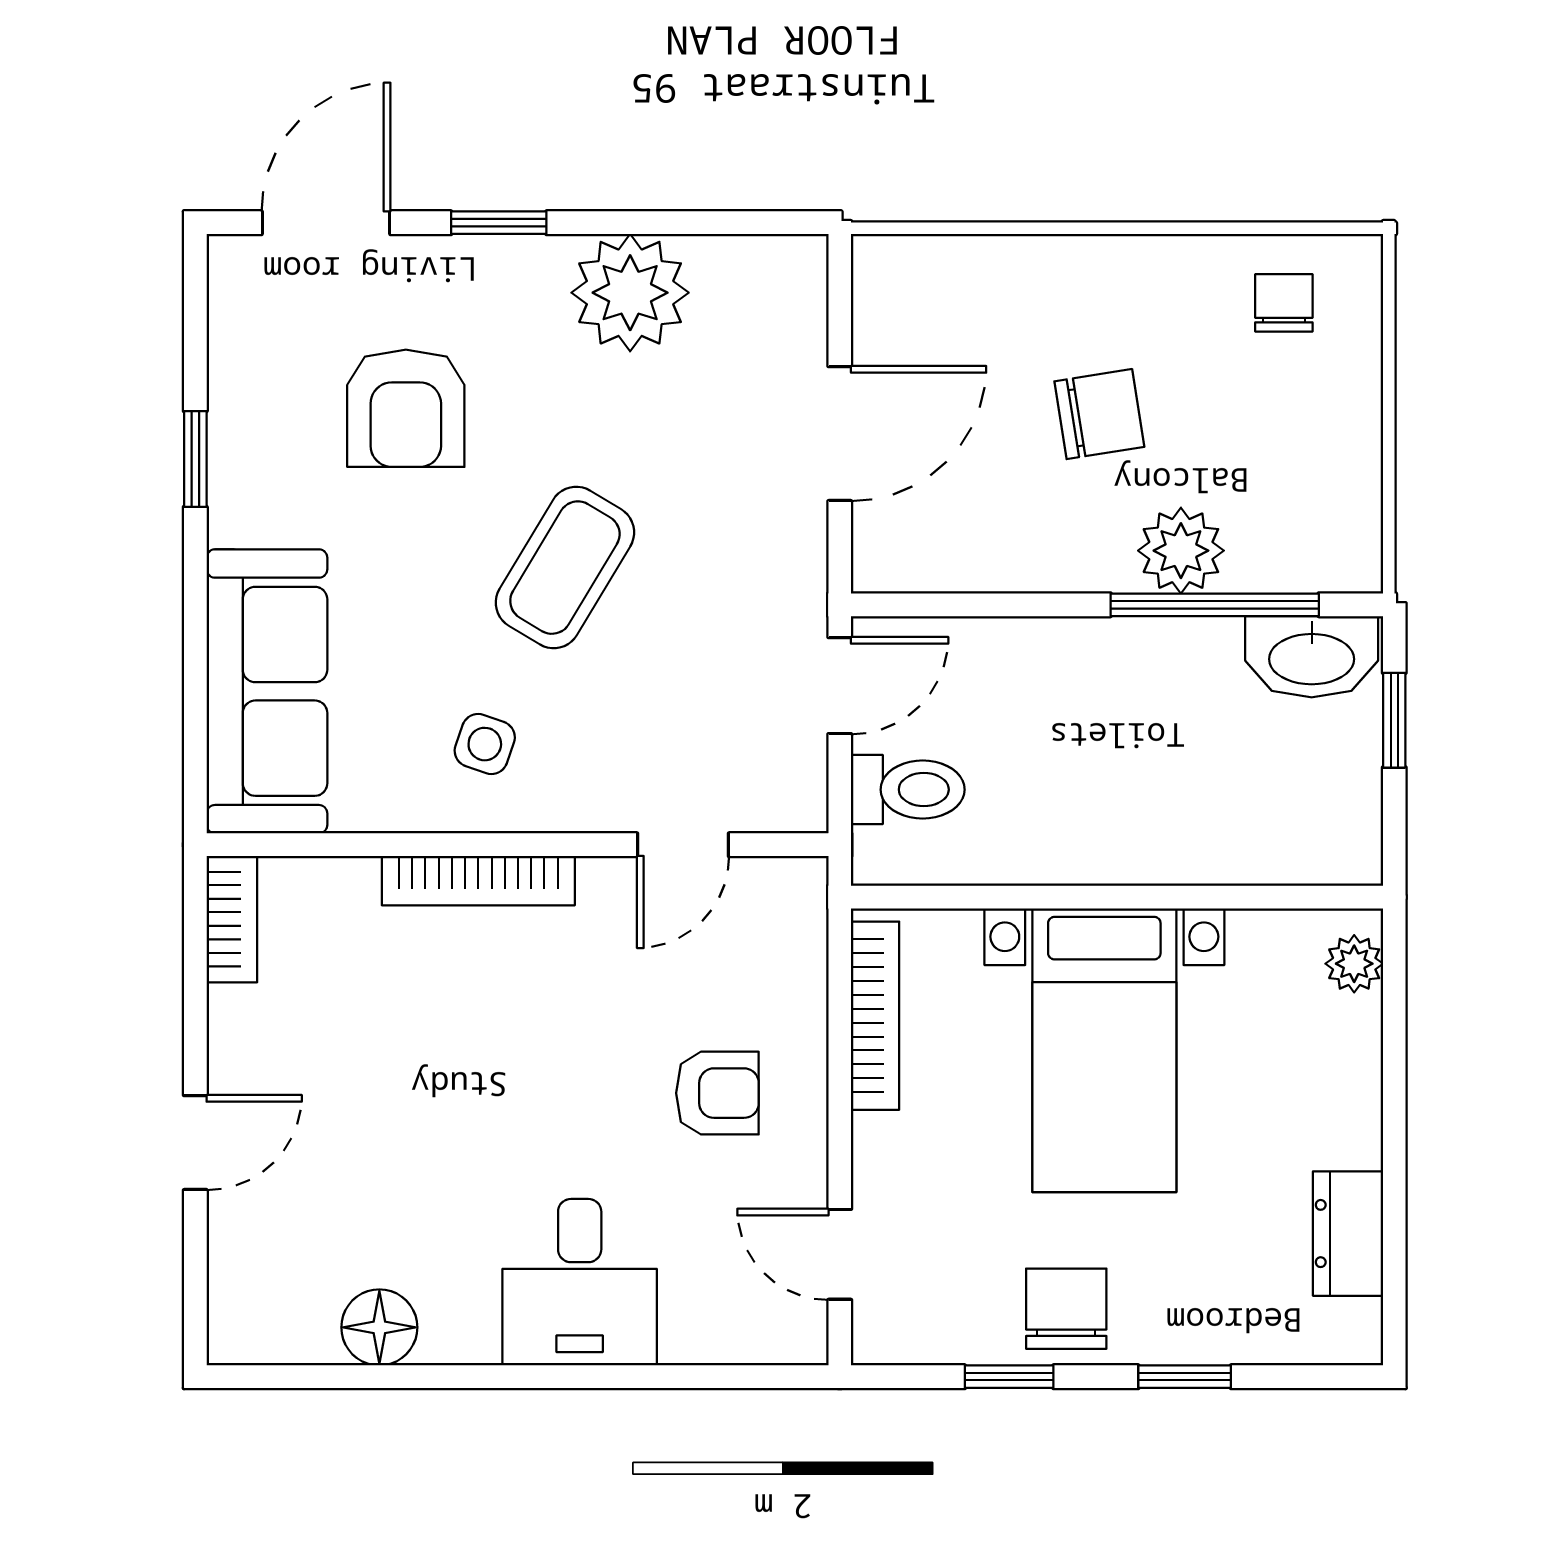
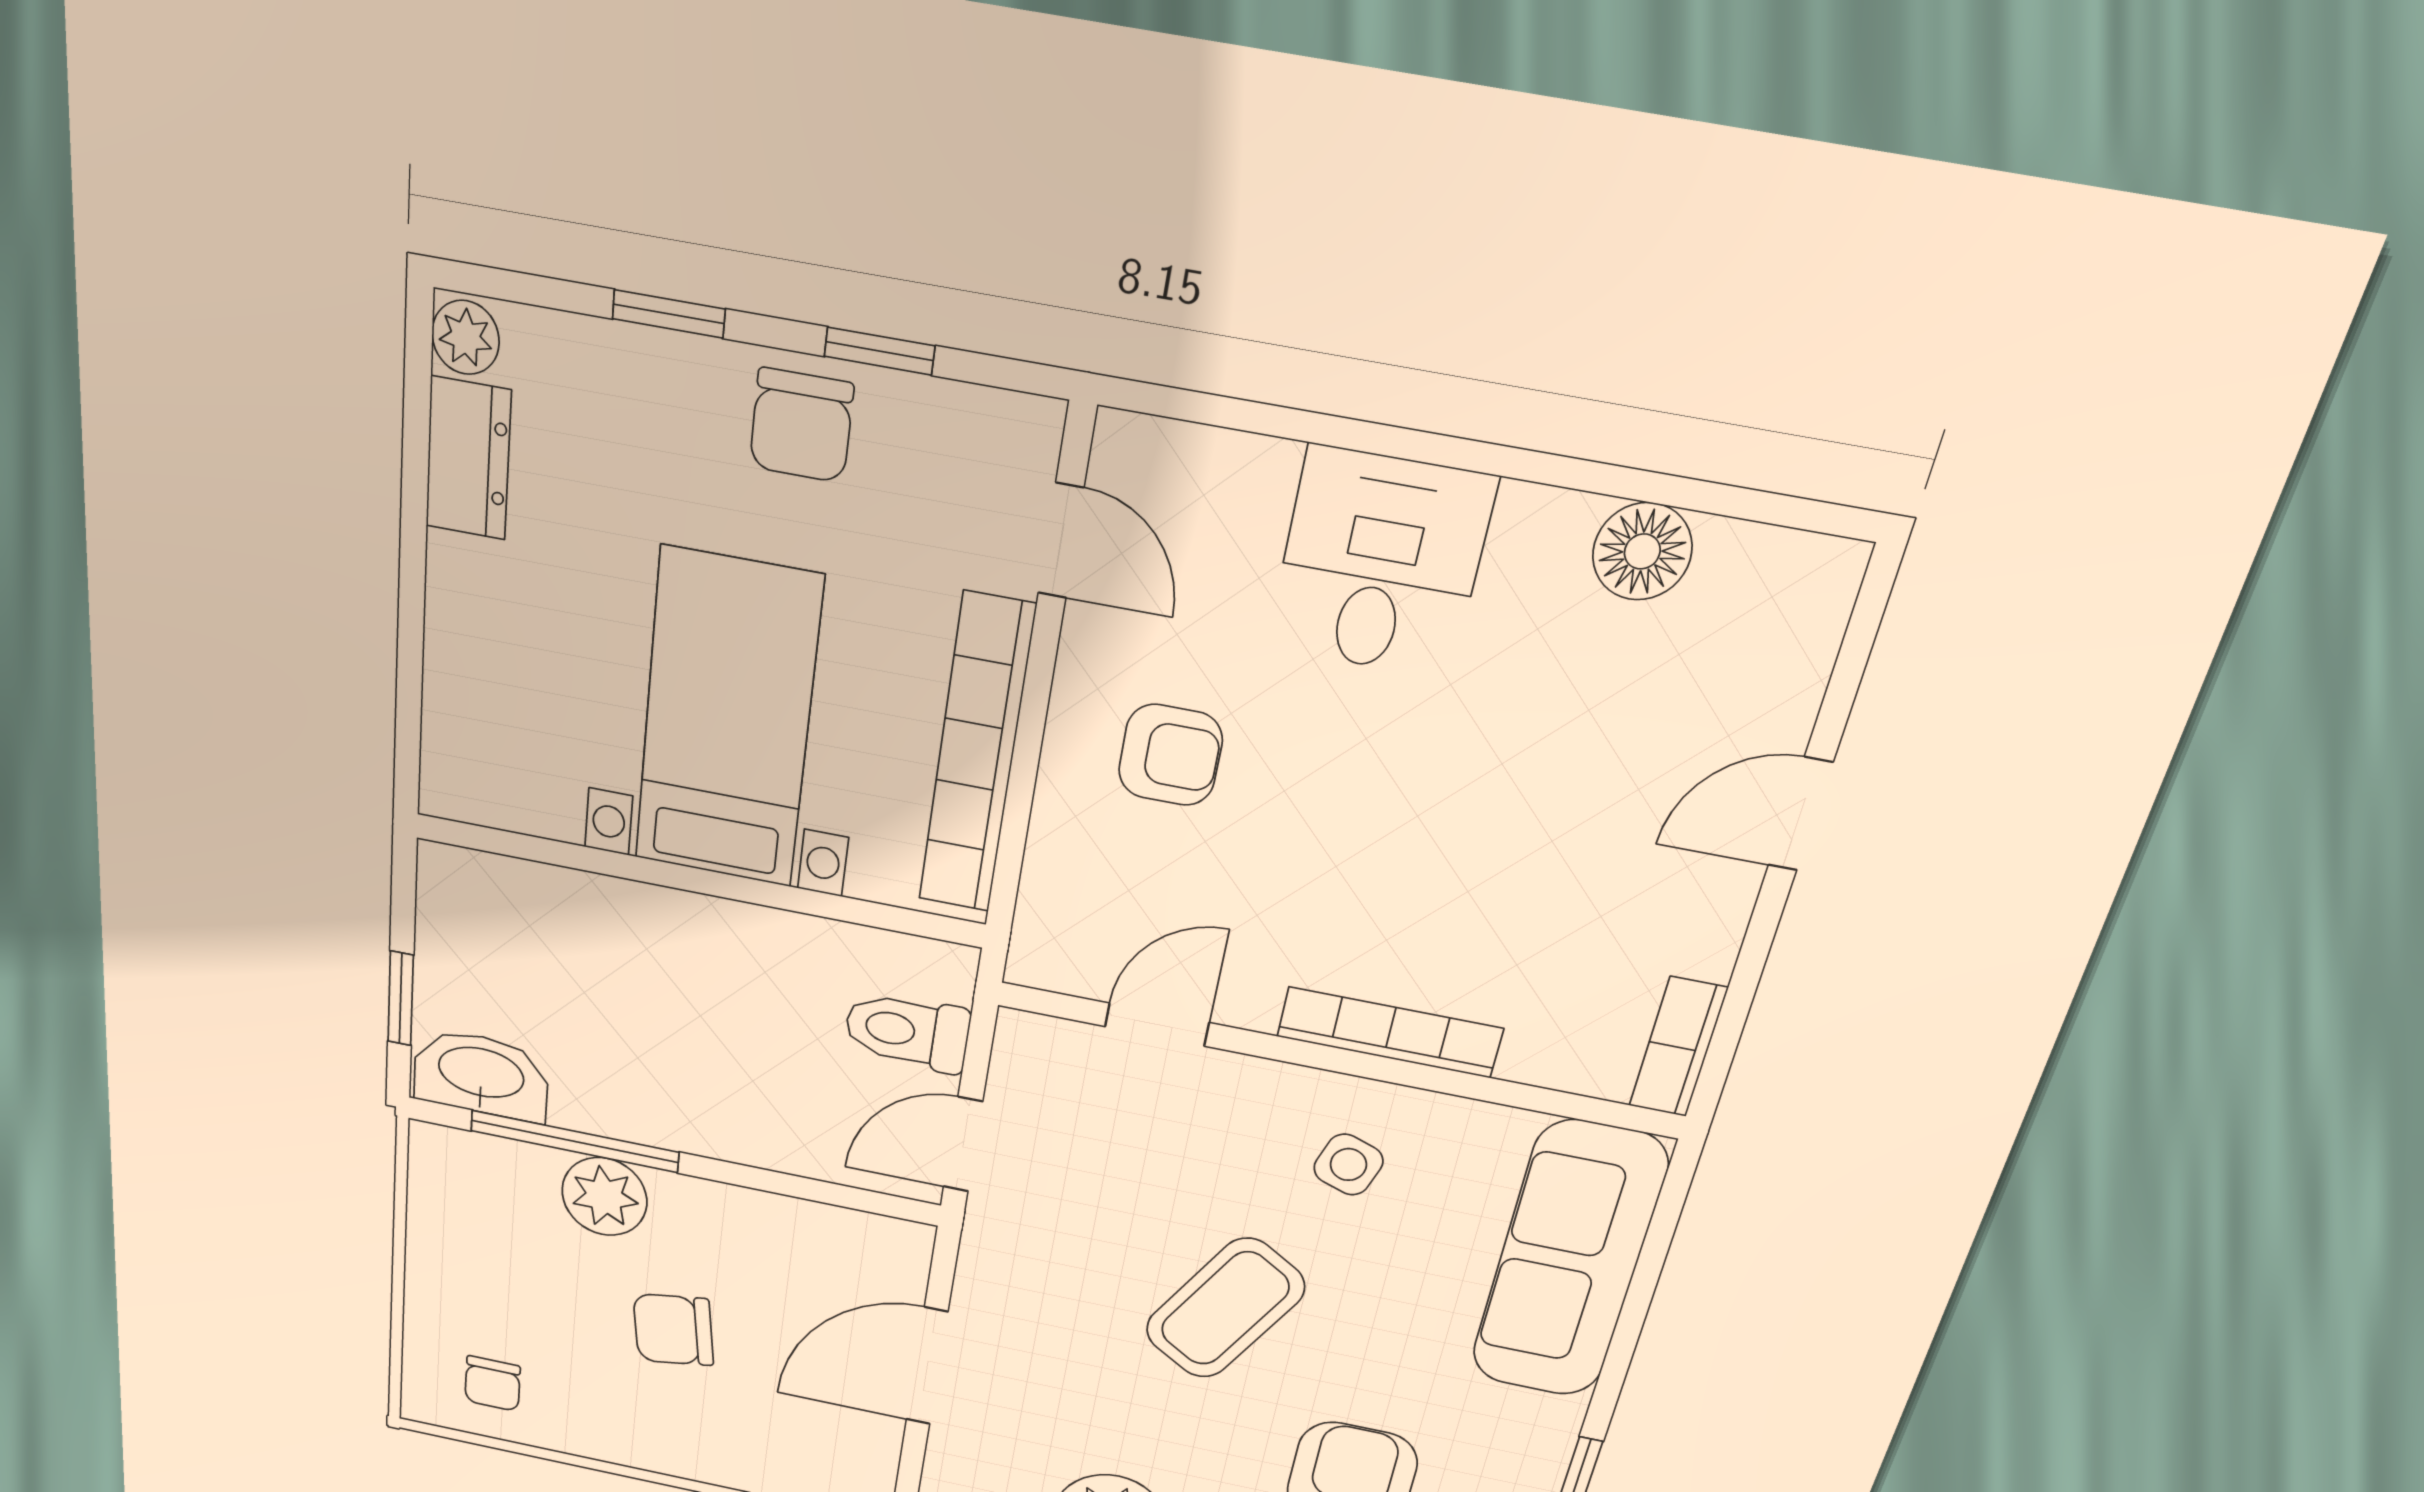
plant: (1354, 964) -> (466, 337), moved
bookcase: (875, 1016) -> (976, 755), width x1.48, depth x1.31
armchair: (717, 1093) -> (1170, 755), turned 180

